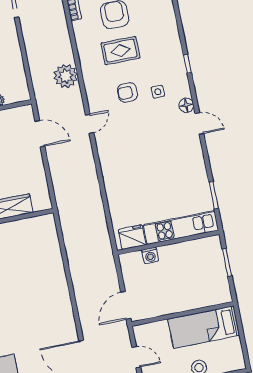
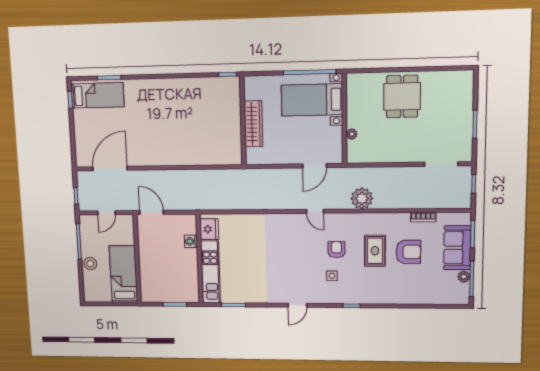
floor lamp: (186, 105) -> (315, 298), removed

